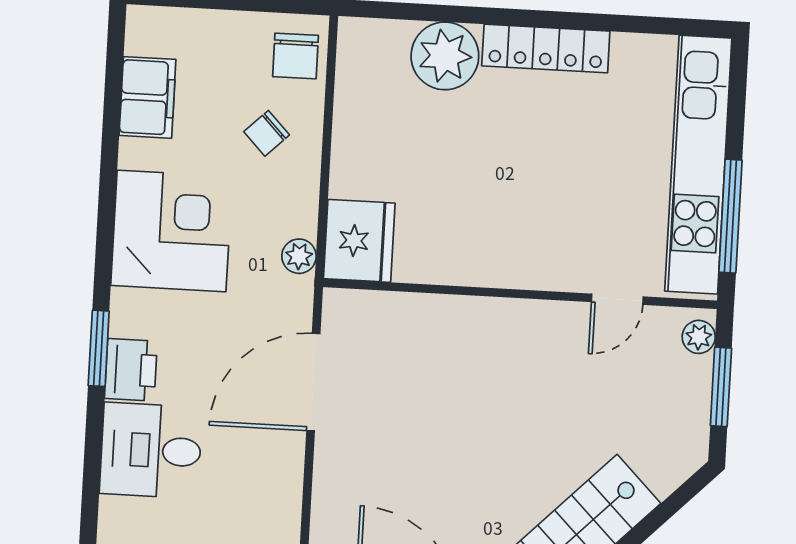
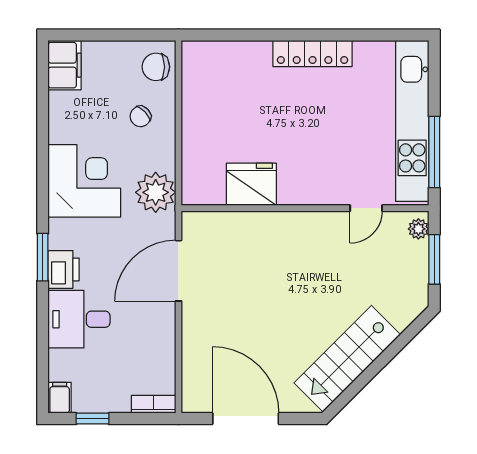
chair: (296, 56) -> (156, 67), turned 90
plant: (445, 56) -> (250, 62), removed
filing cabinet: (148, 97) -> (64, 65), moved
fridge: (359, 241) -> (251, 184), moved, turned -90
plant: (299, 256) -> (156, 192), width x1.88, depth x1.88

